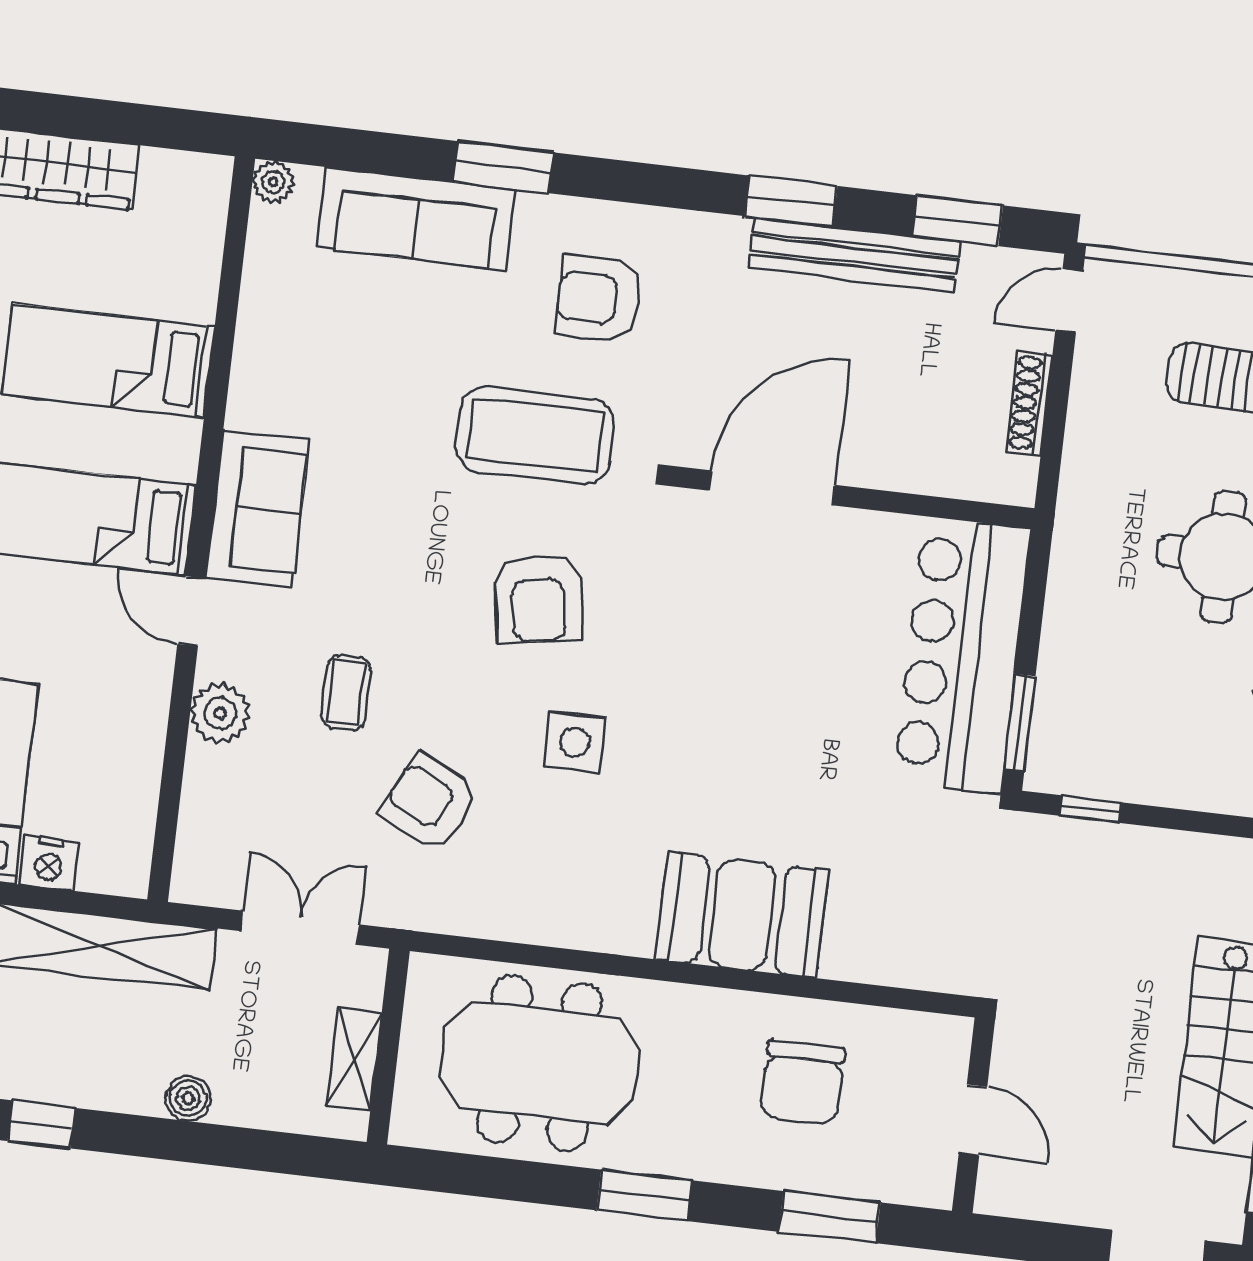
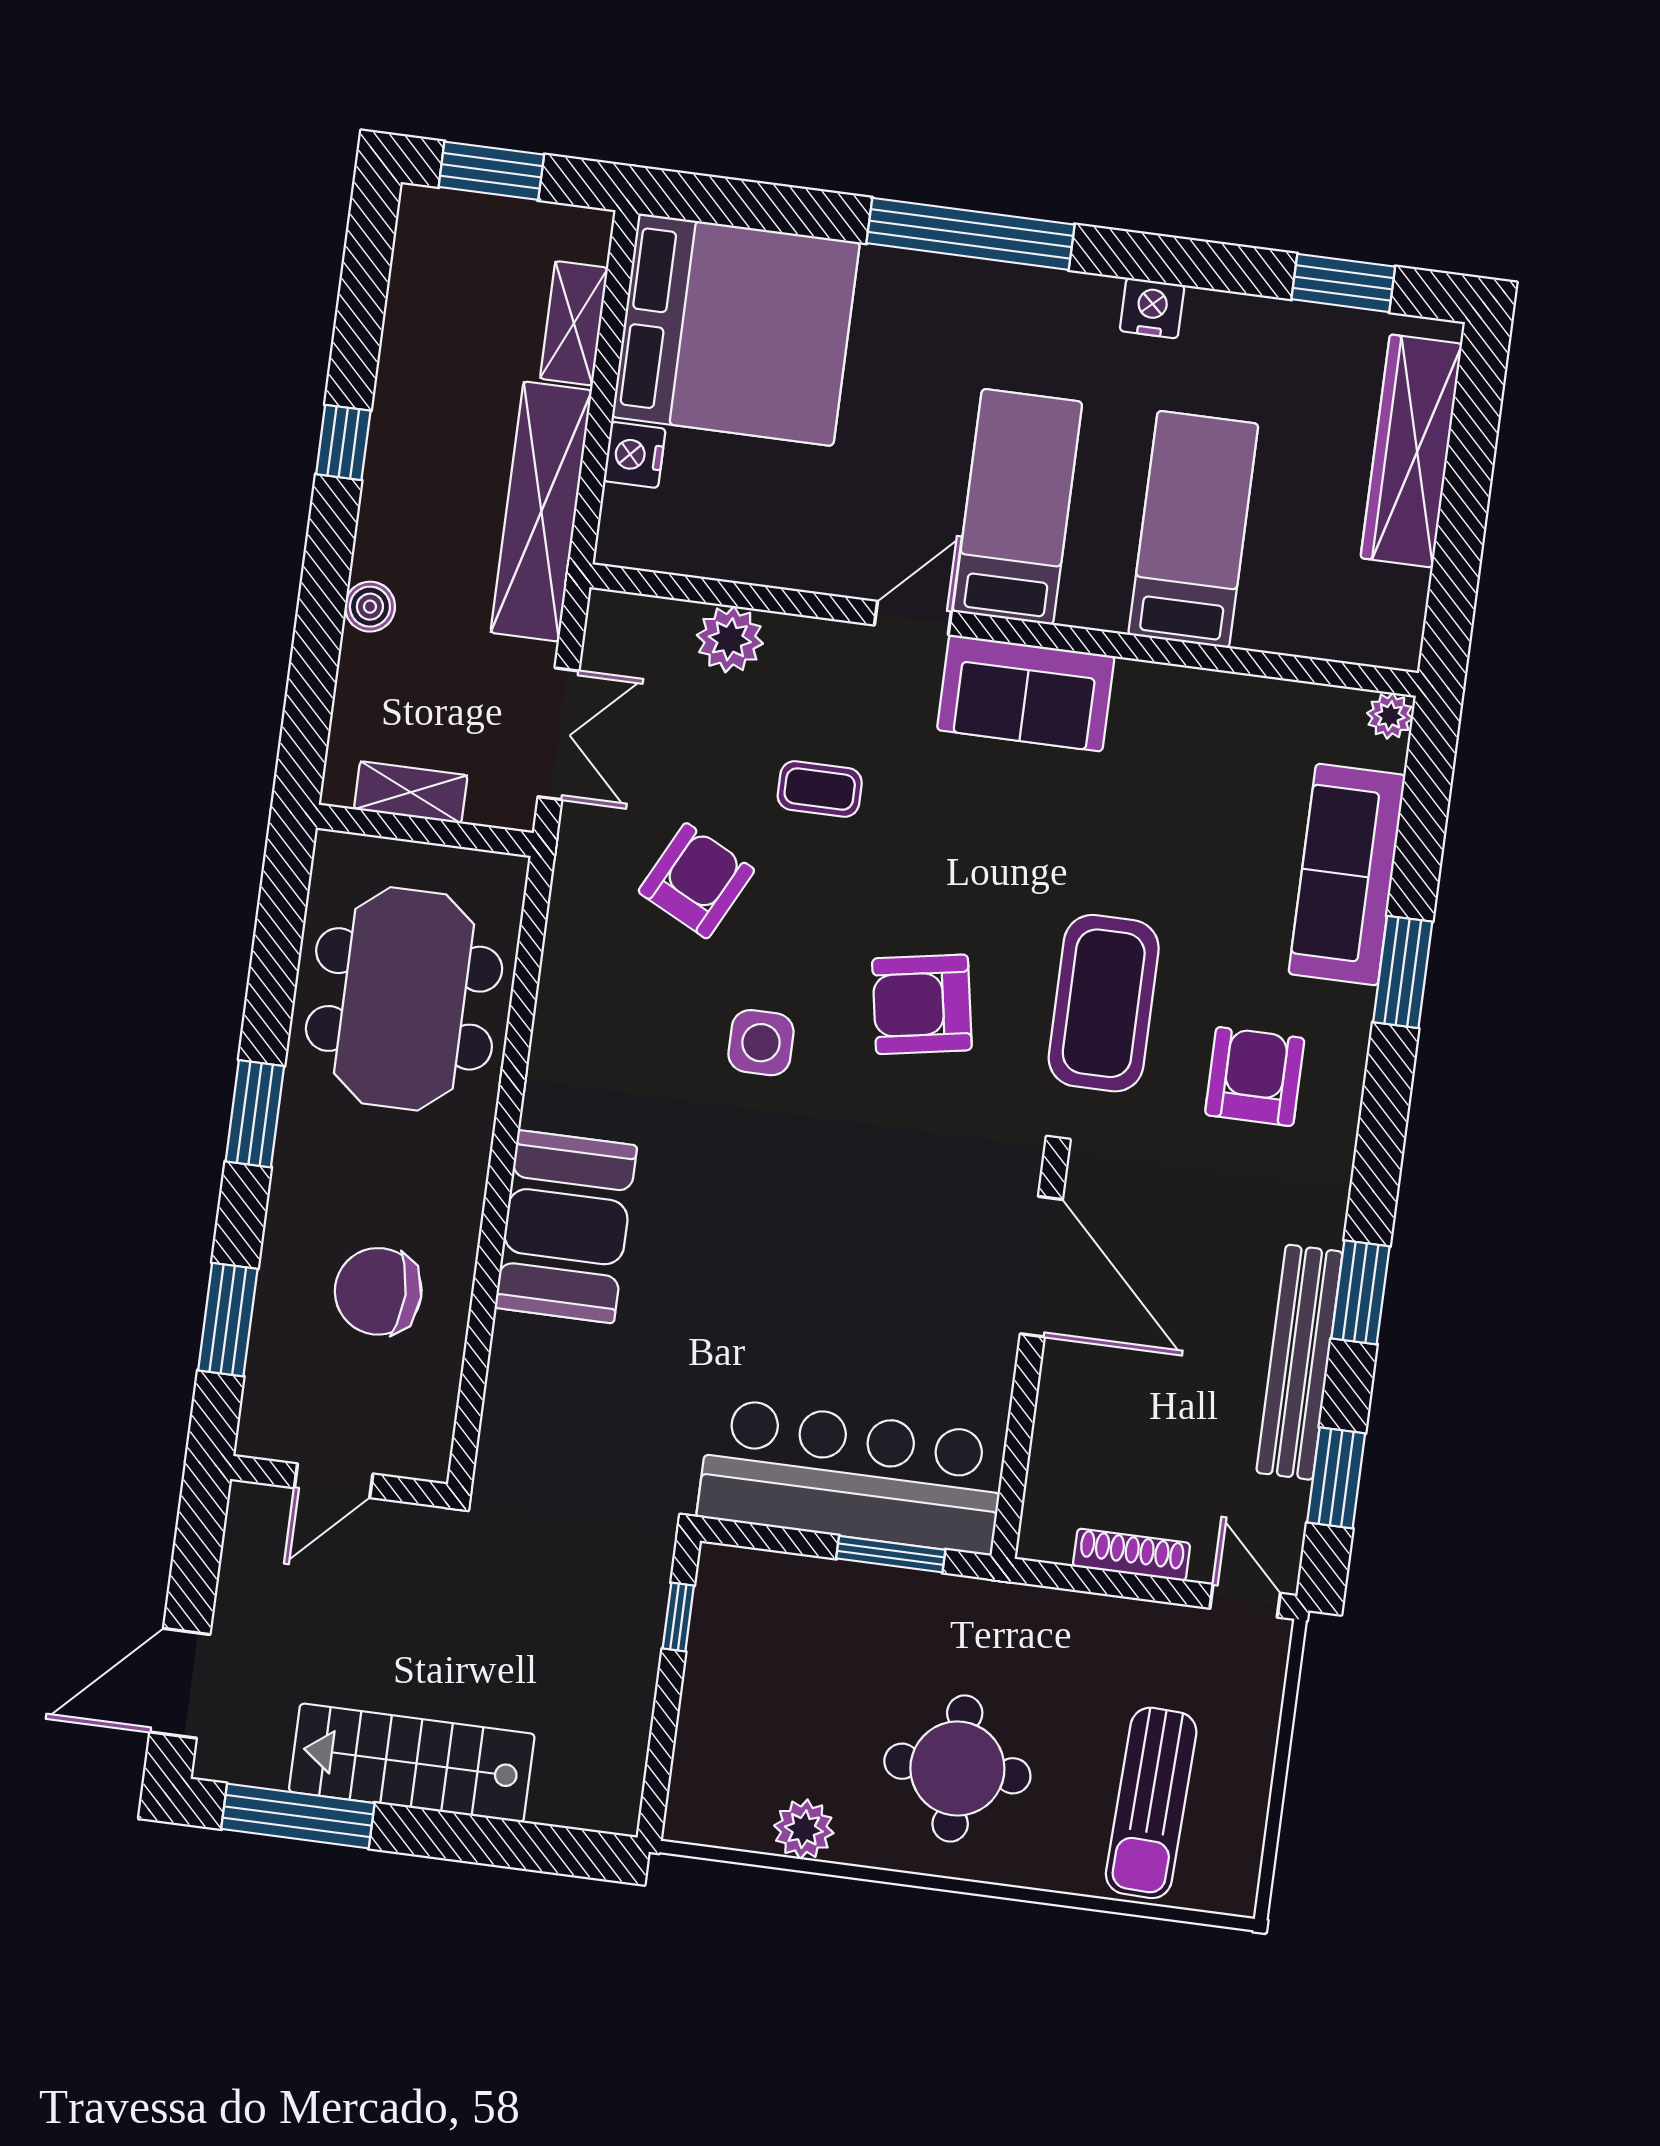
plant: (220, 713) -> (730, 639), moved
window: (1020, 723) -> (891, 1554), moved

